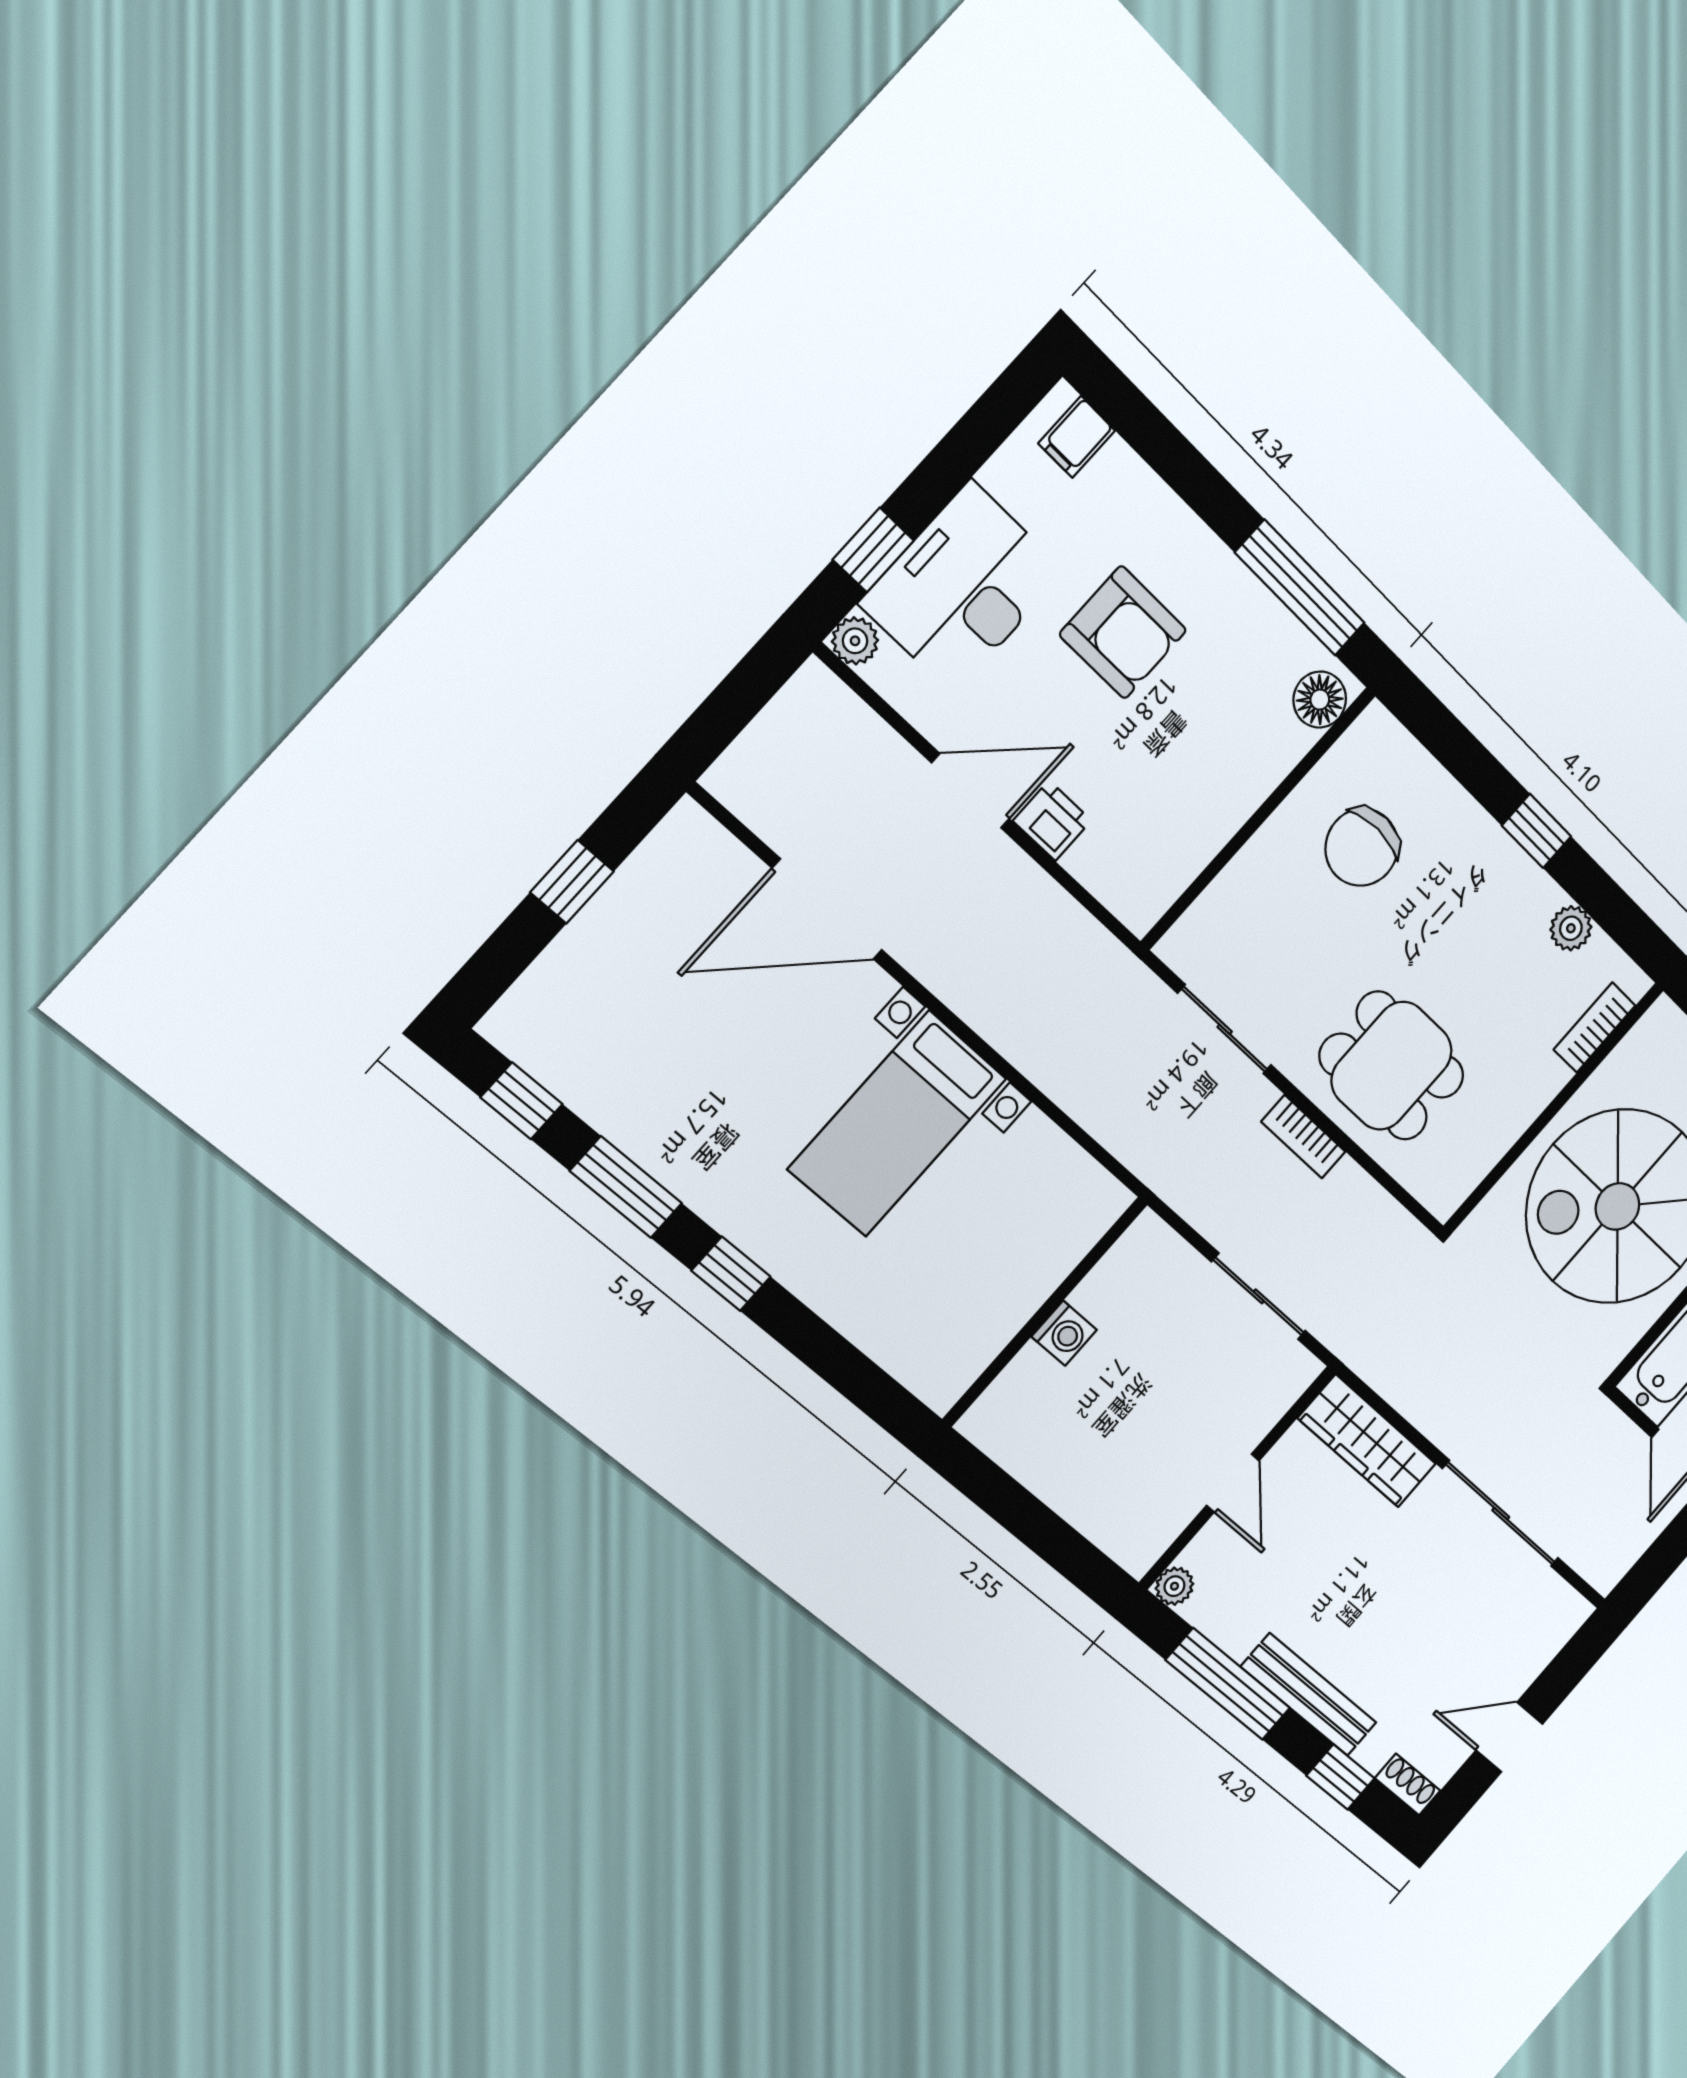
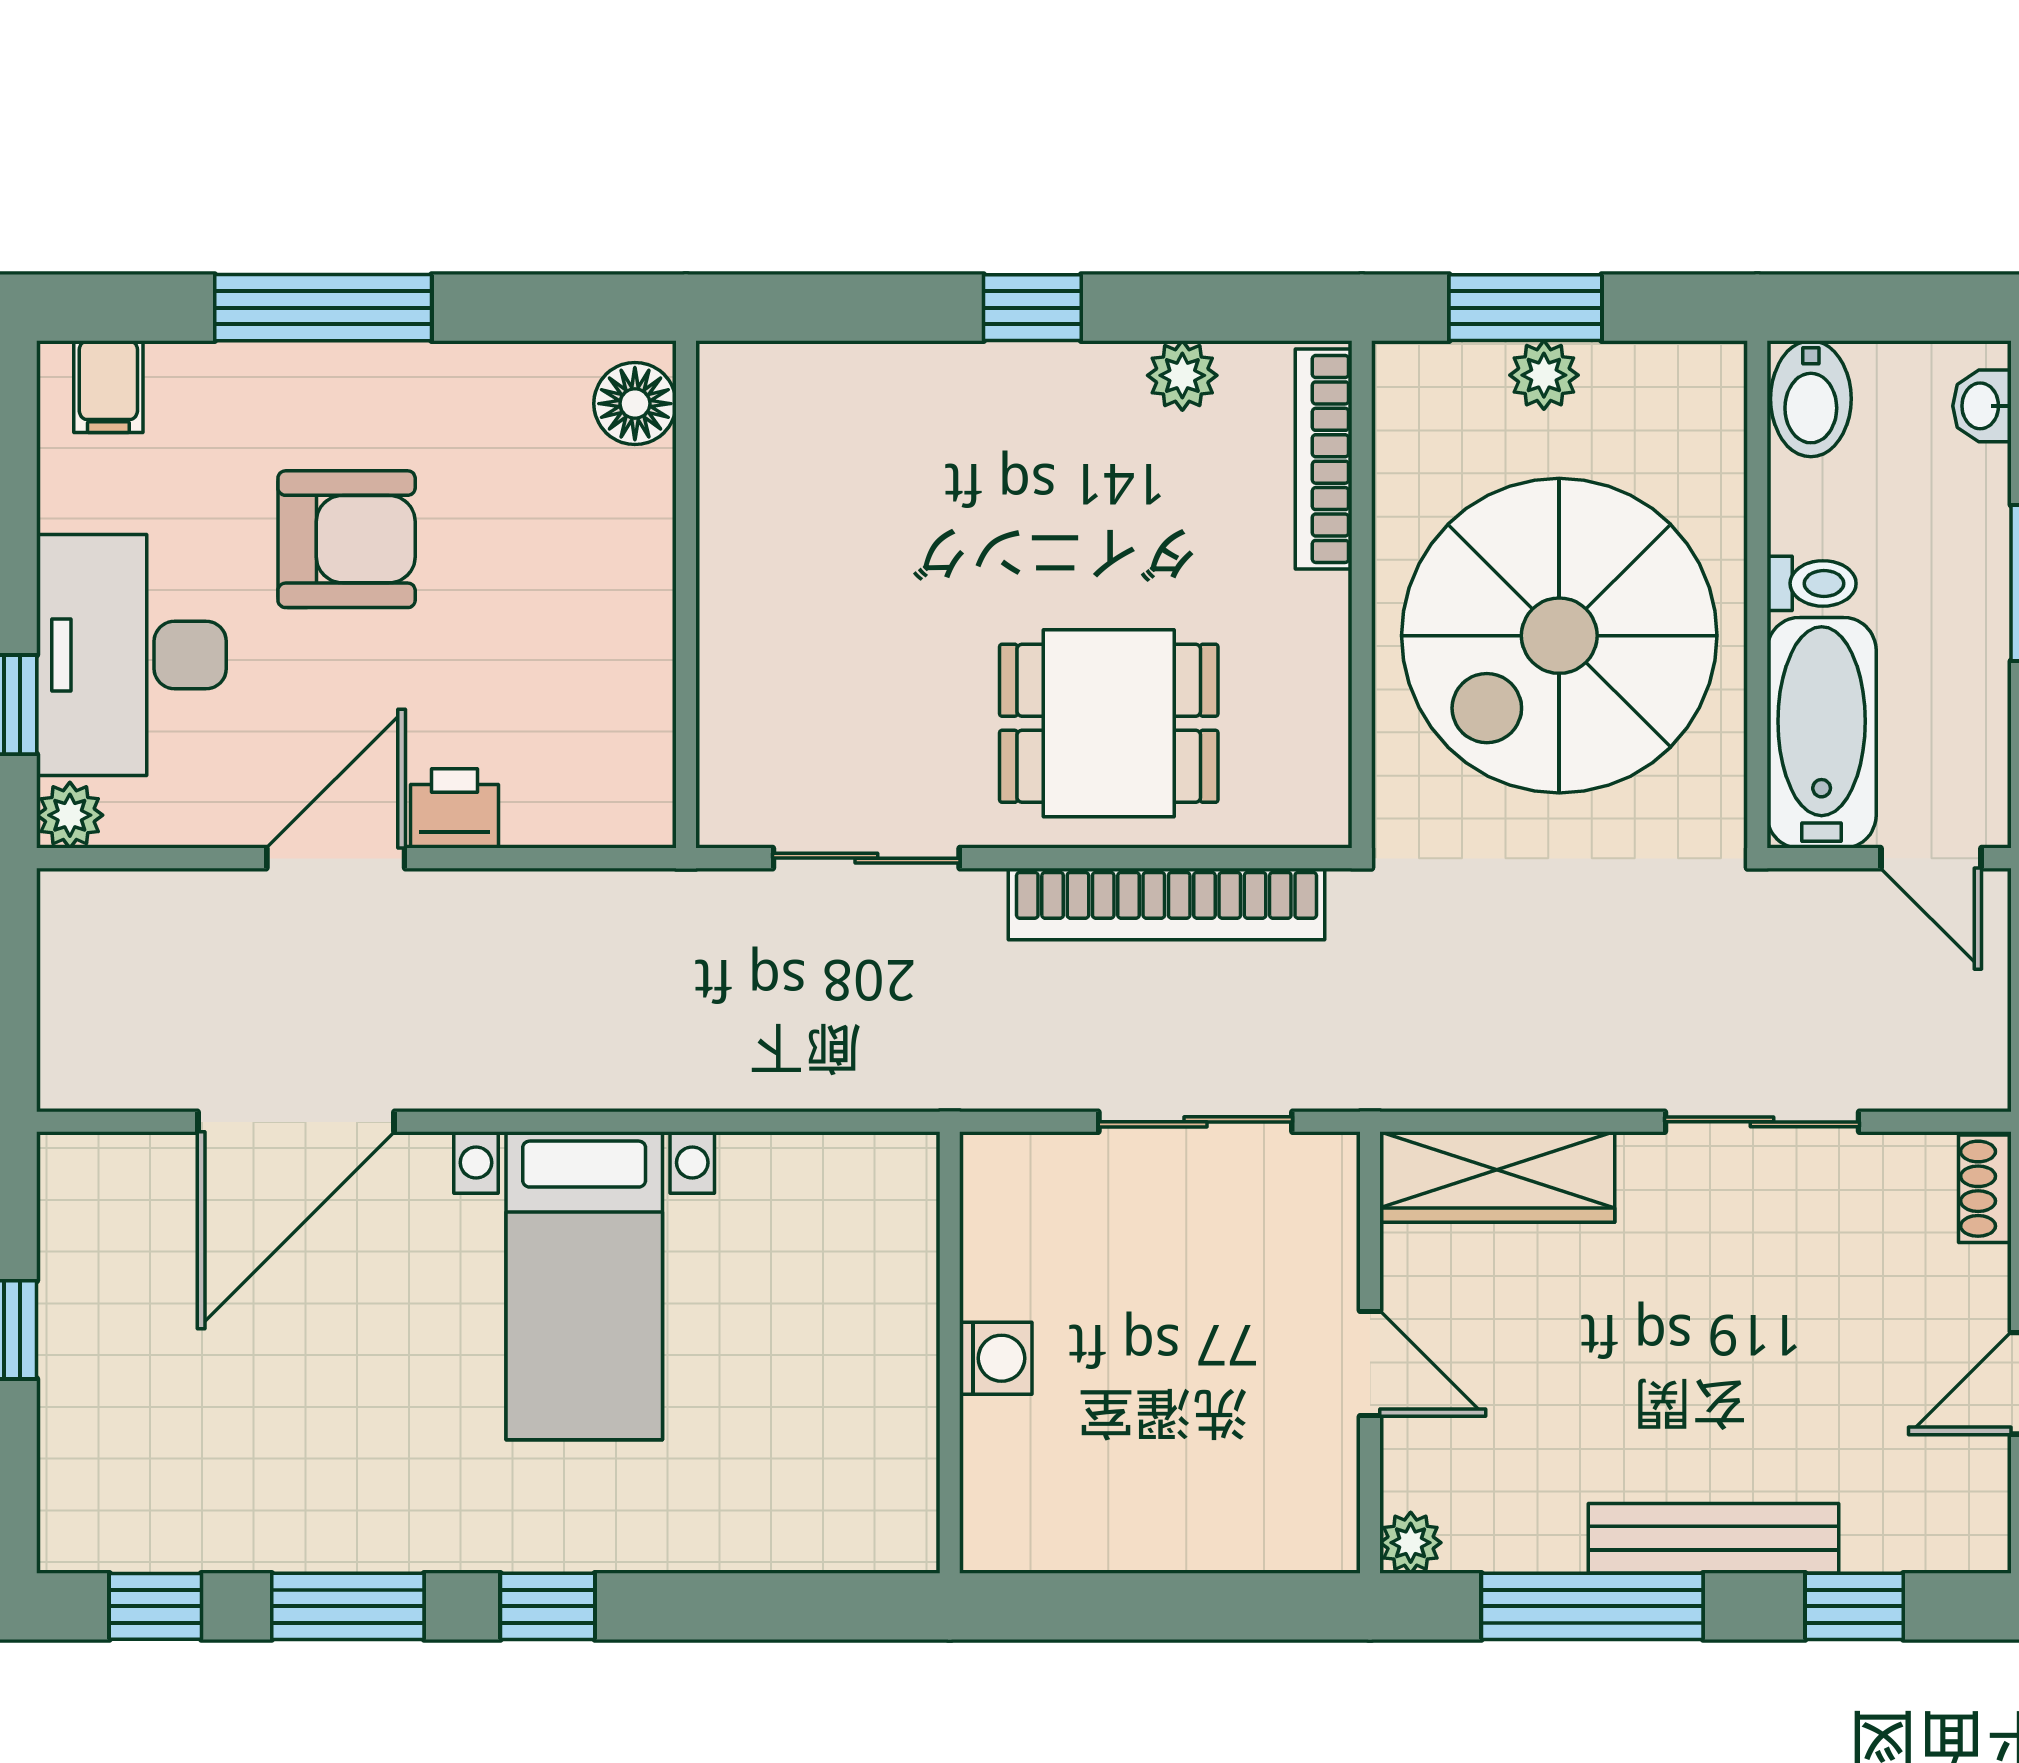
window: (1300, 588) -> (323, 308), moved
chair: (1362, 847) -> (838, 516), removed
bookcase: (1595, 1027) -> (1324, 459), width x1.56
bookcase: (1303, 1137) -> (1166, 904), width x2.31, depth x1.31
sliding door: (1501, 1514) -> (1762, 1122), width x0.73
shoe rack: (1408, 1784) -> (1985, 1189), moved, turned -90

